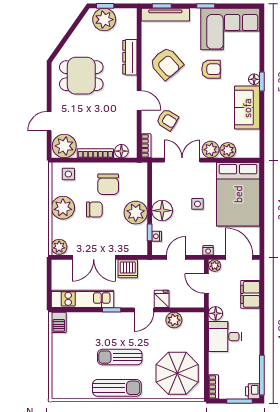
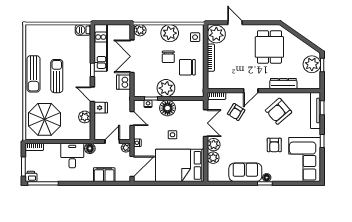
floor lamp: (121, 151) -> (212, 77), removed

